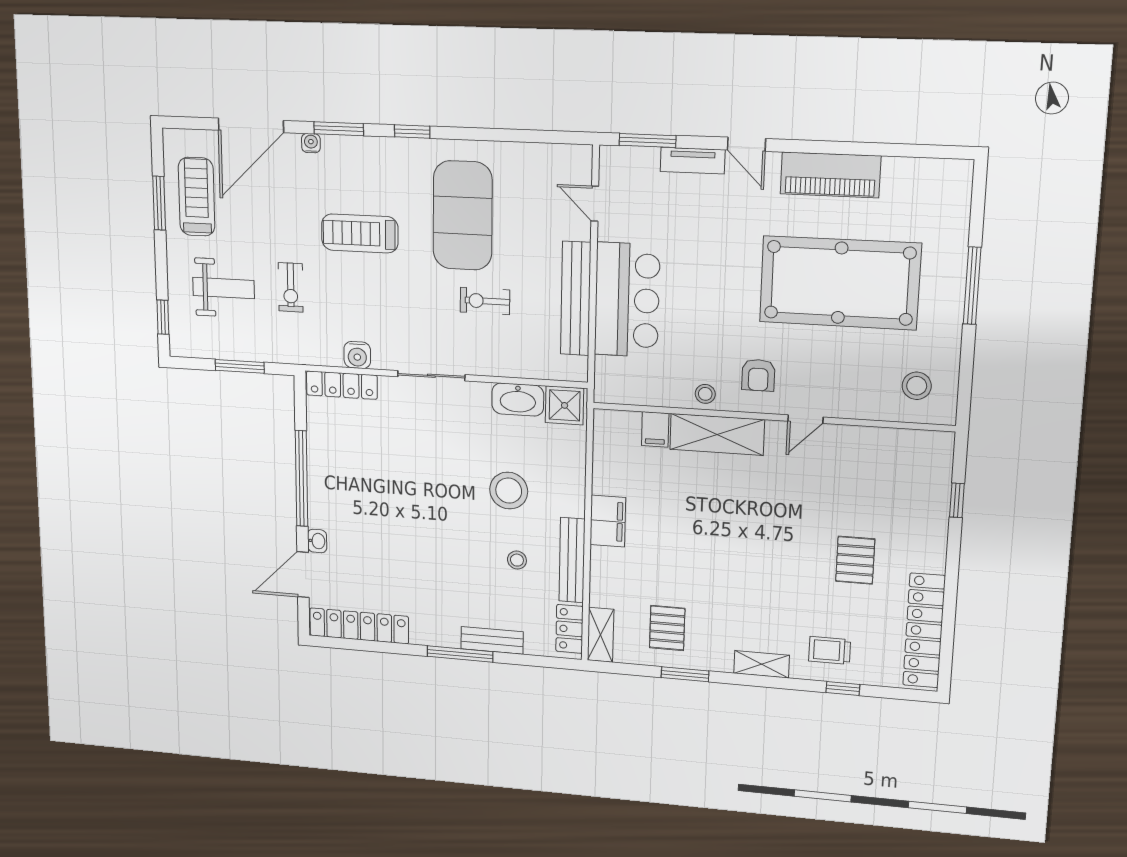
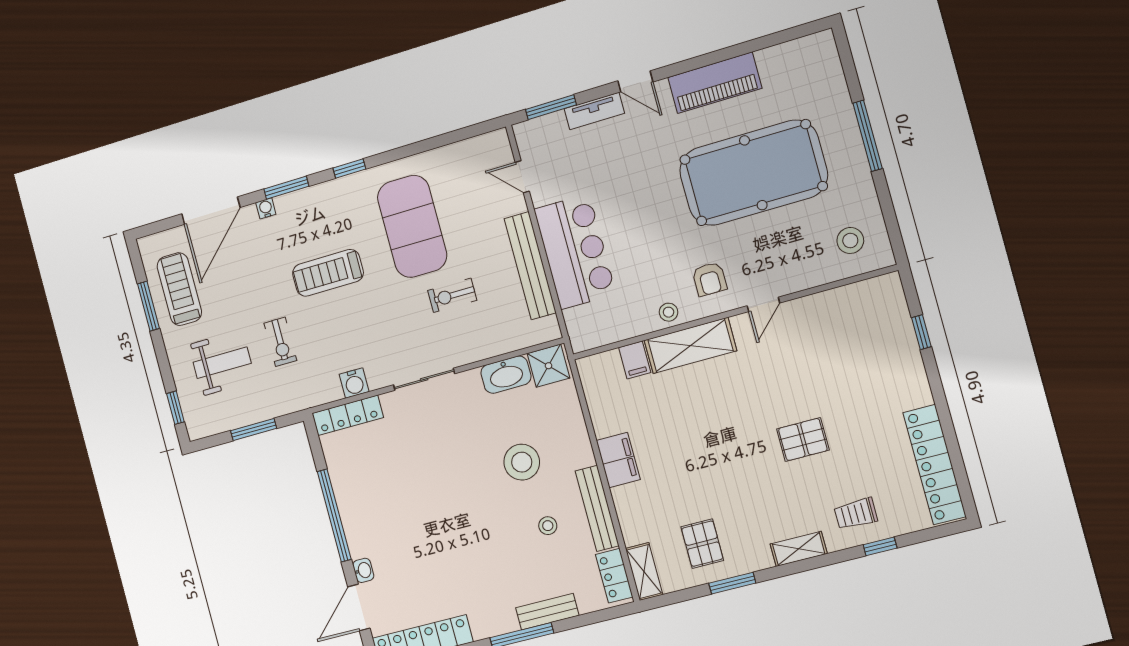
pallet: (855, 560) -> (803, 439), moved, turned 90

